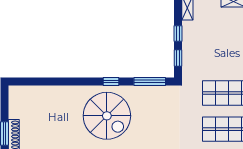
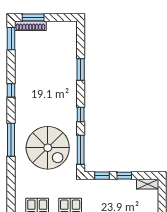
window: (62, 81) -> (81, 70), added
spiral stairs: (107, 116) -> (48, 148), moved, turned -90

